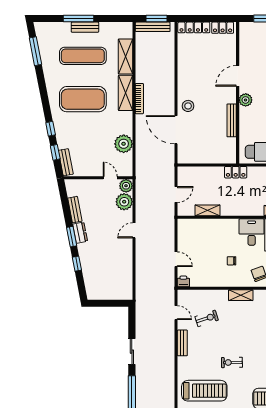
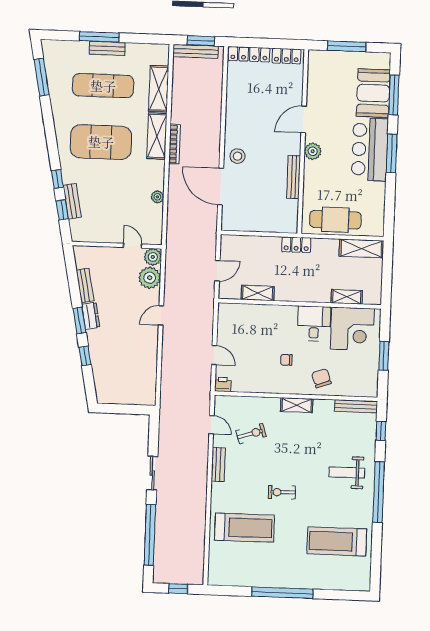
plant: (124, 144) -> (157, 197), width x0.53, depth x0.53
bench: (66, 162) -> (72, 201), moved

